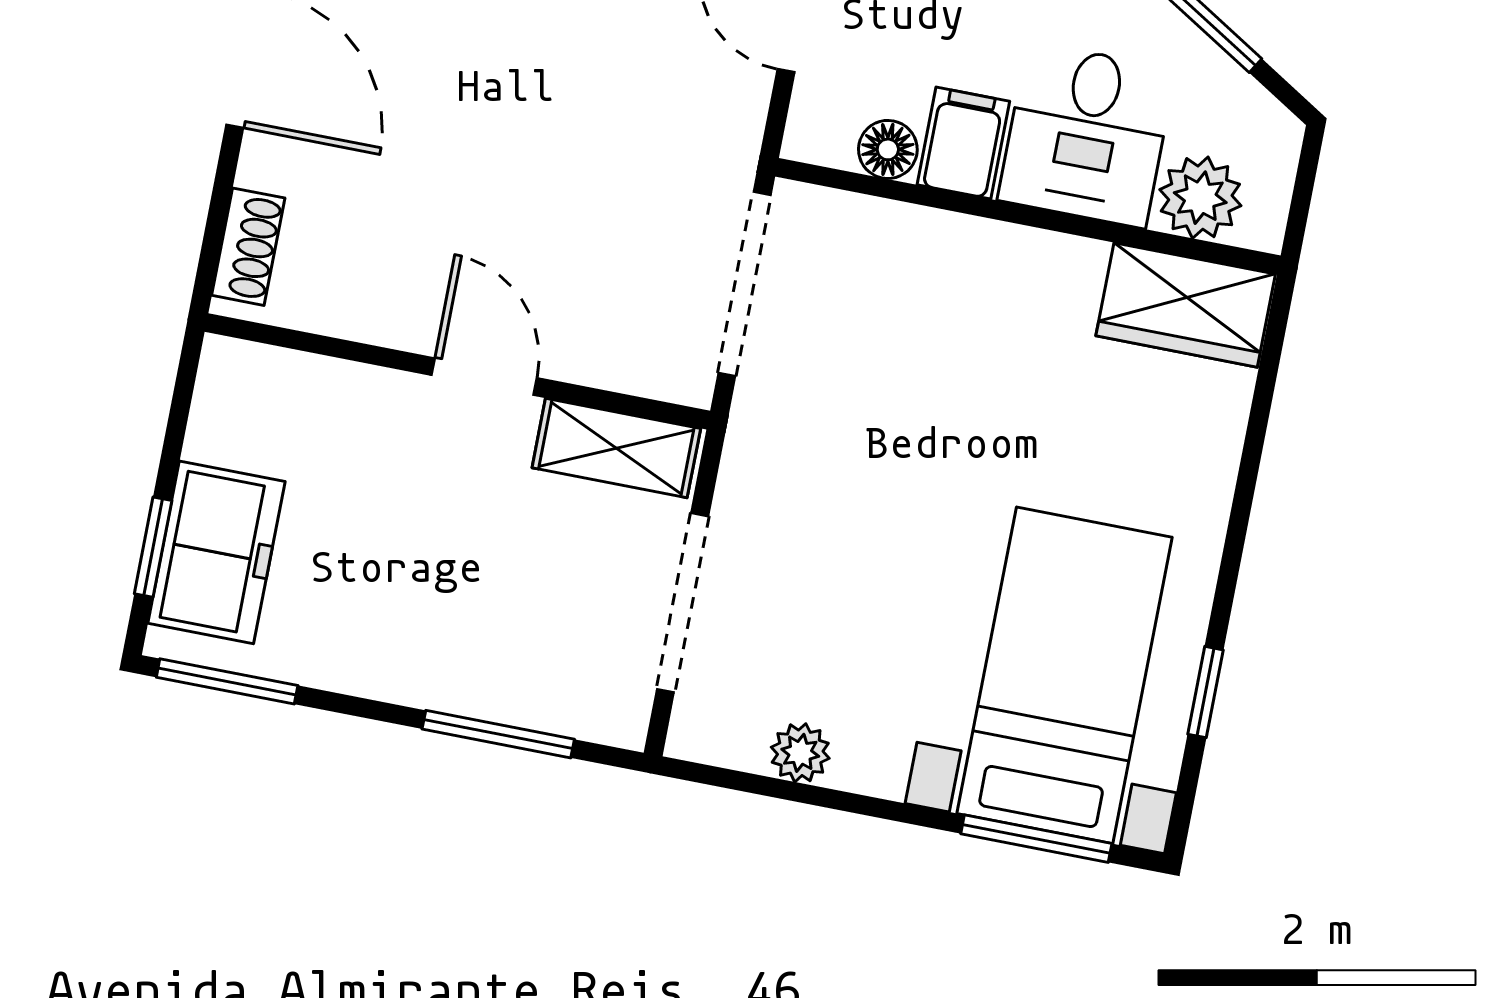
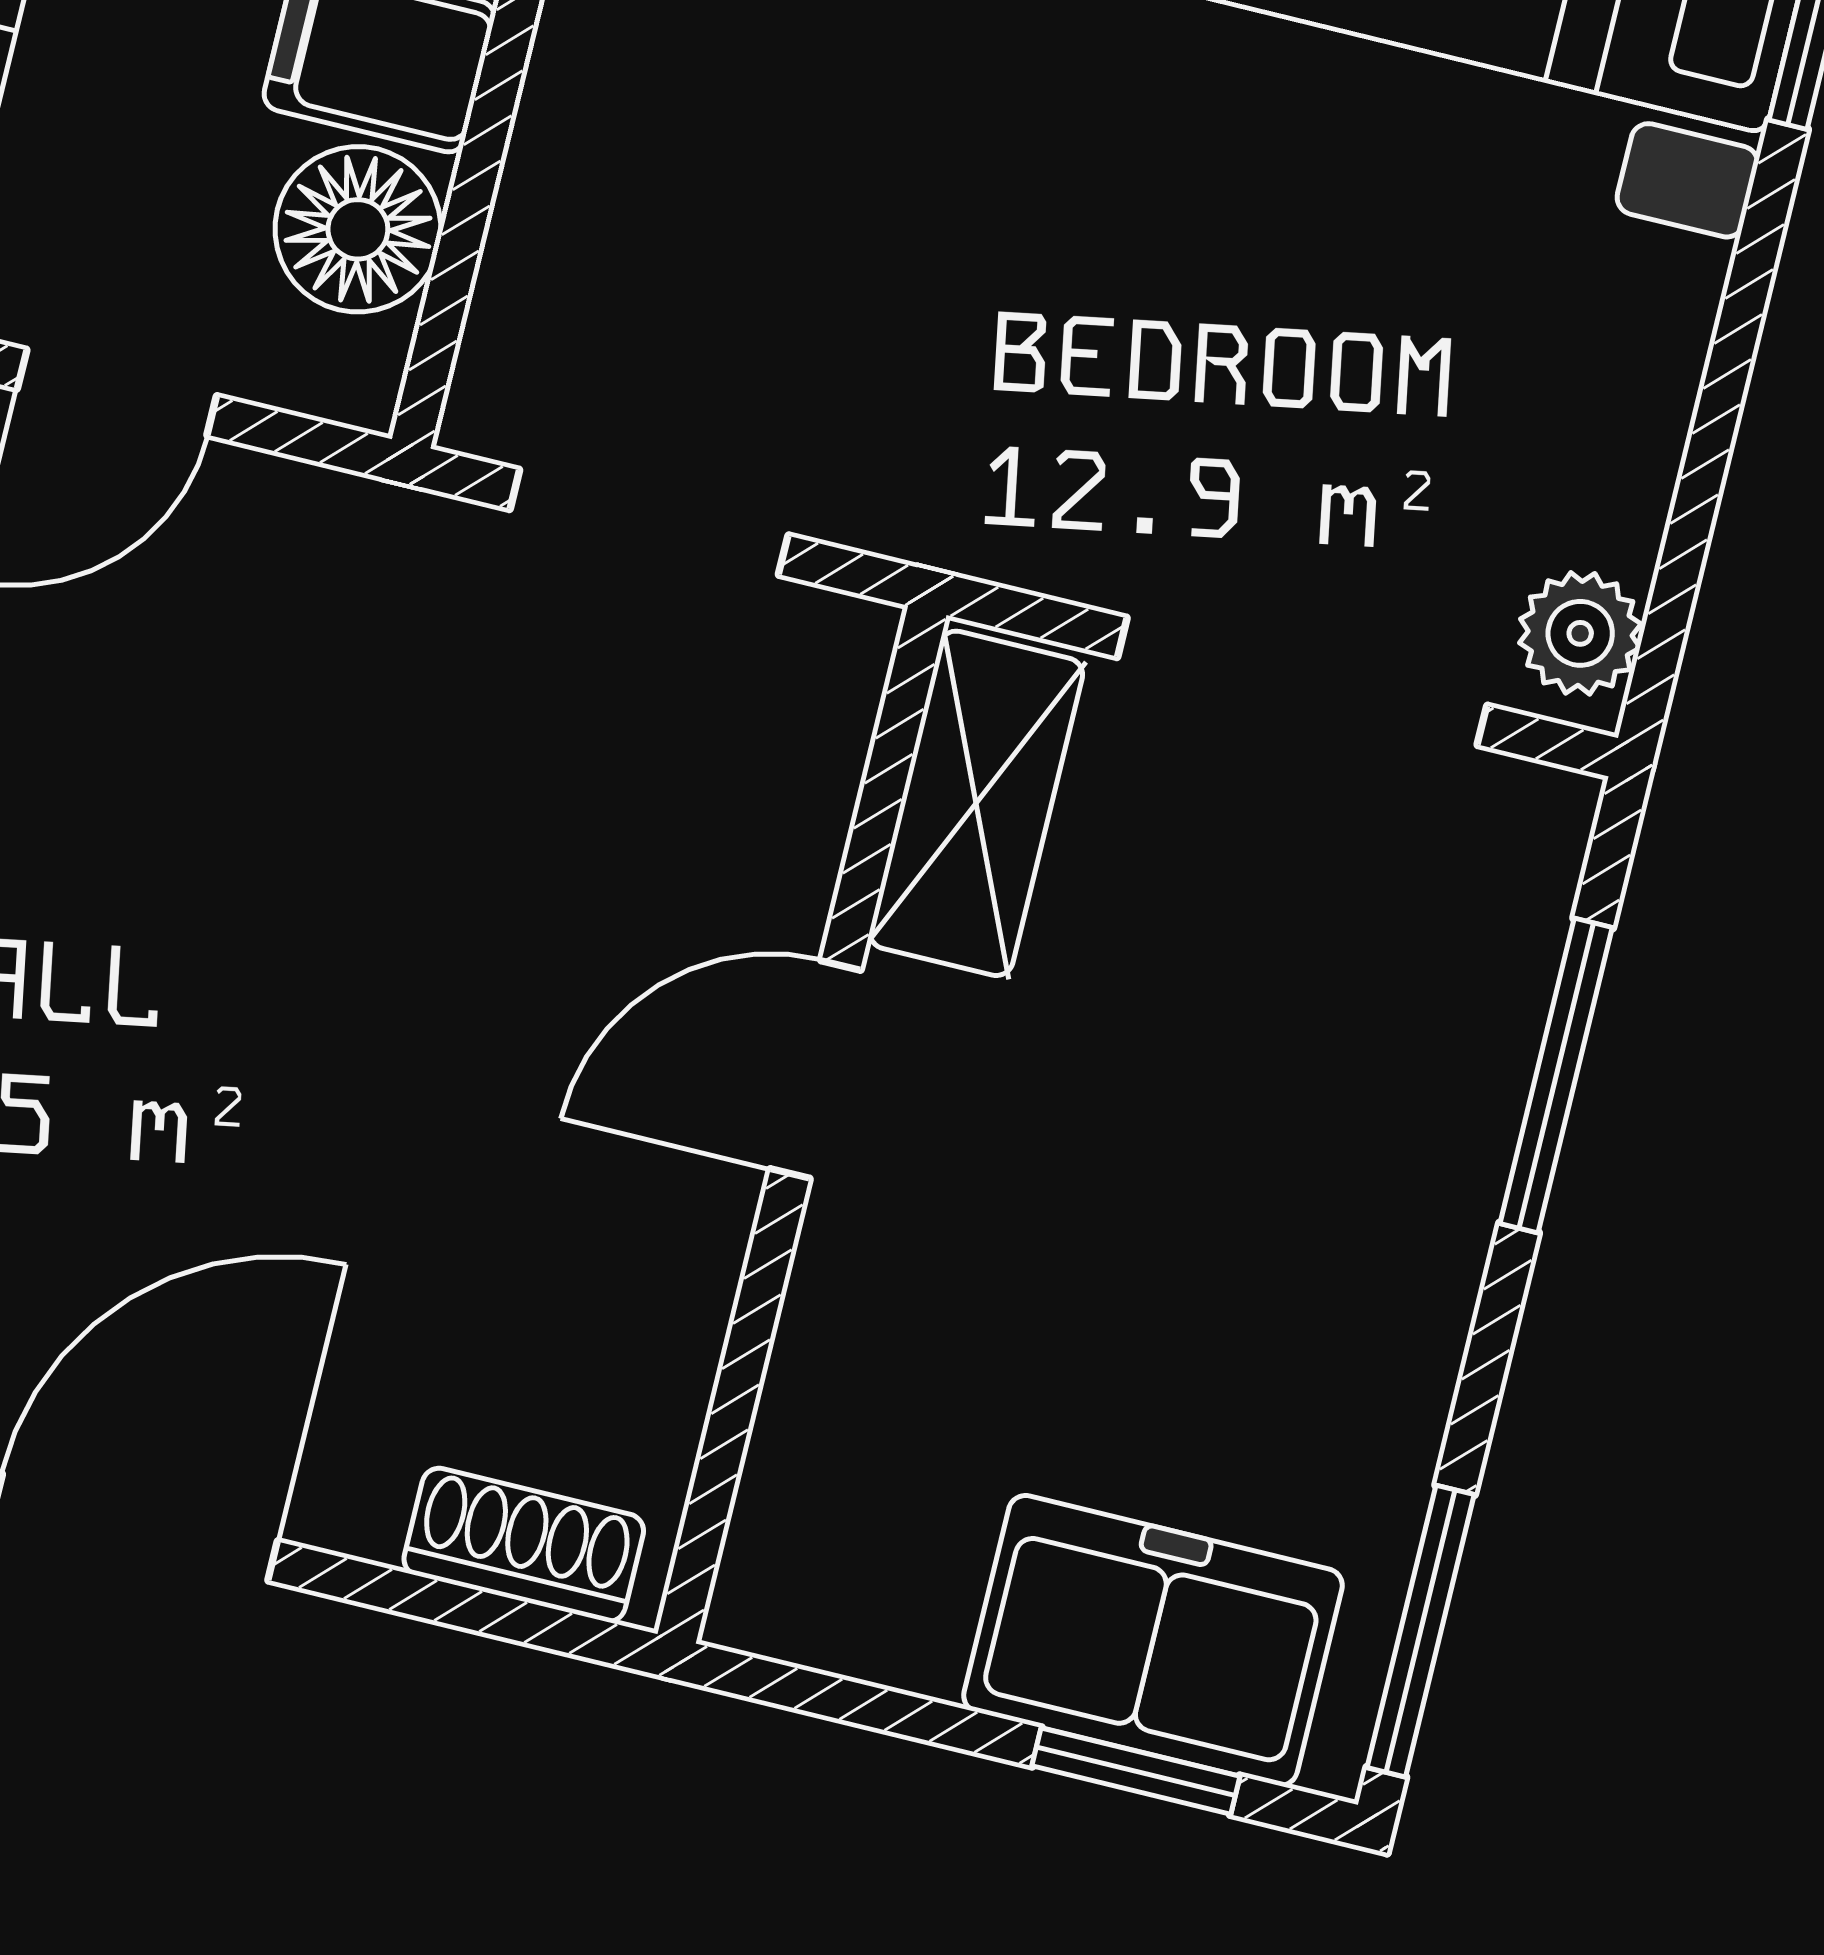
floor lamp: (888, 149) -> (358, 229), width x1.37, depth x1.37
doorway: (745, 284) -> (649, 522), width x0.73
plant: (800, 753) -> (1580, 633), moved

